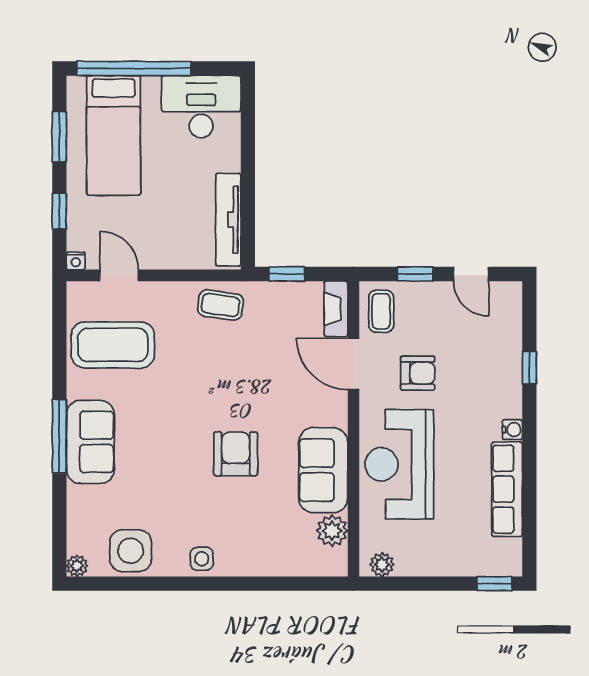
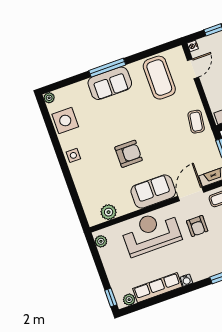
sofa: (323, 470) -> (153, 191), moved
plant: (511, 551) -> (129, 300), added

